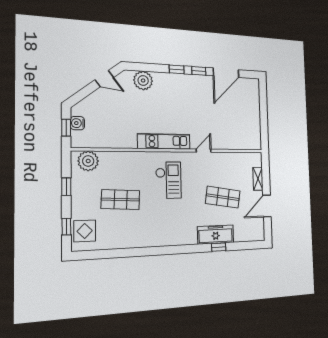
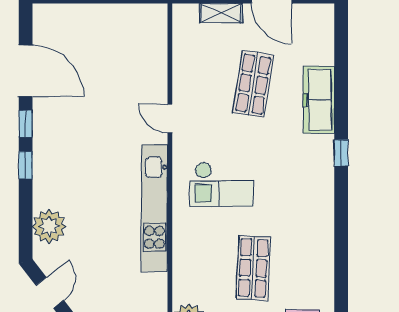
kitchen unit: (164, 141) -> (154, 208), width x1.36
checkout: (168, 180) -> (222, 184), turned 180
window: (219, 247) -> (341, 153), moved

